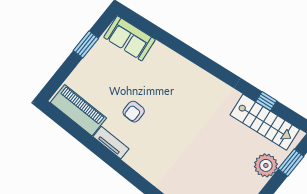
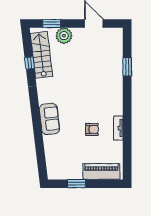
sofa: (130, 38) -> (49, 119), moved
piano: (78, 110) -> (101, 172), moved, turned 90

